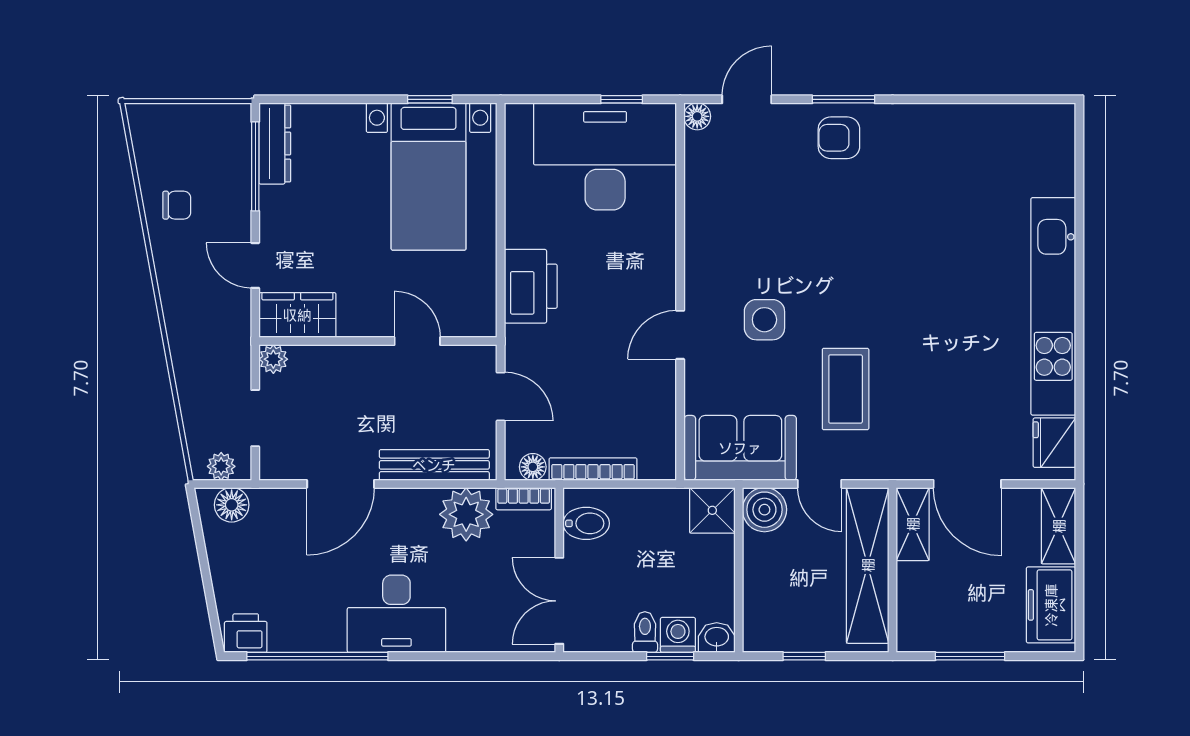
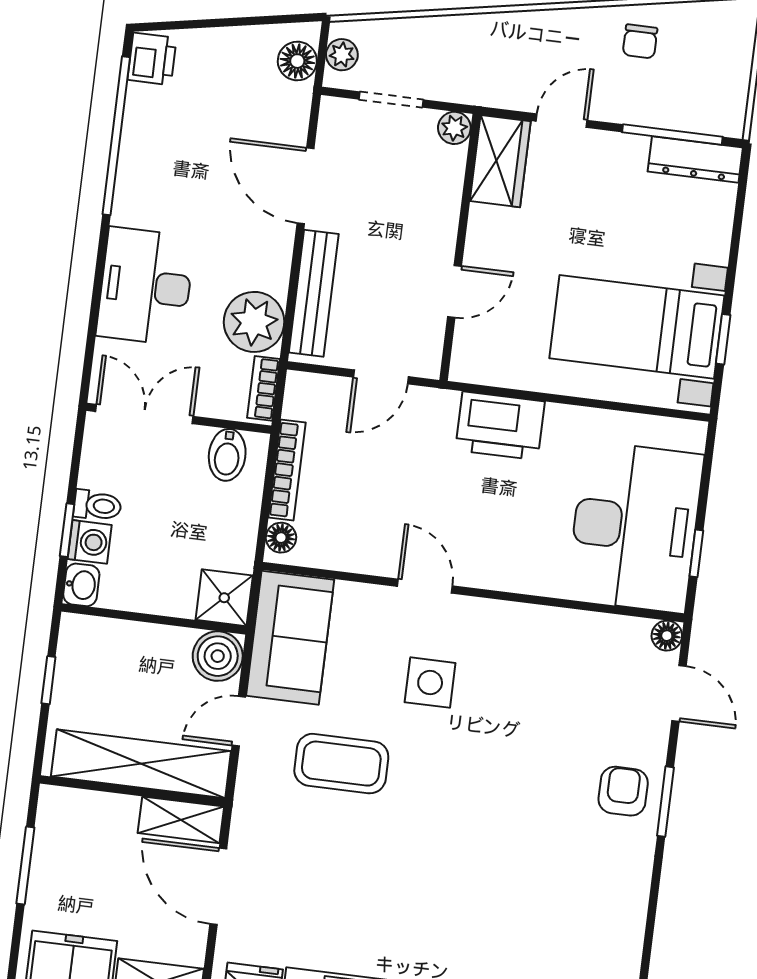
floor lamp: (533, 467) -> (281, 538), moved
door: (967, 484) -> (218, 886), hinge flipped
desk: (396, 614) -> (146, 286), moved

